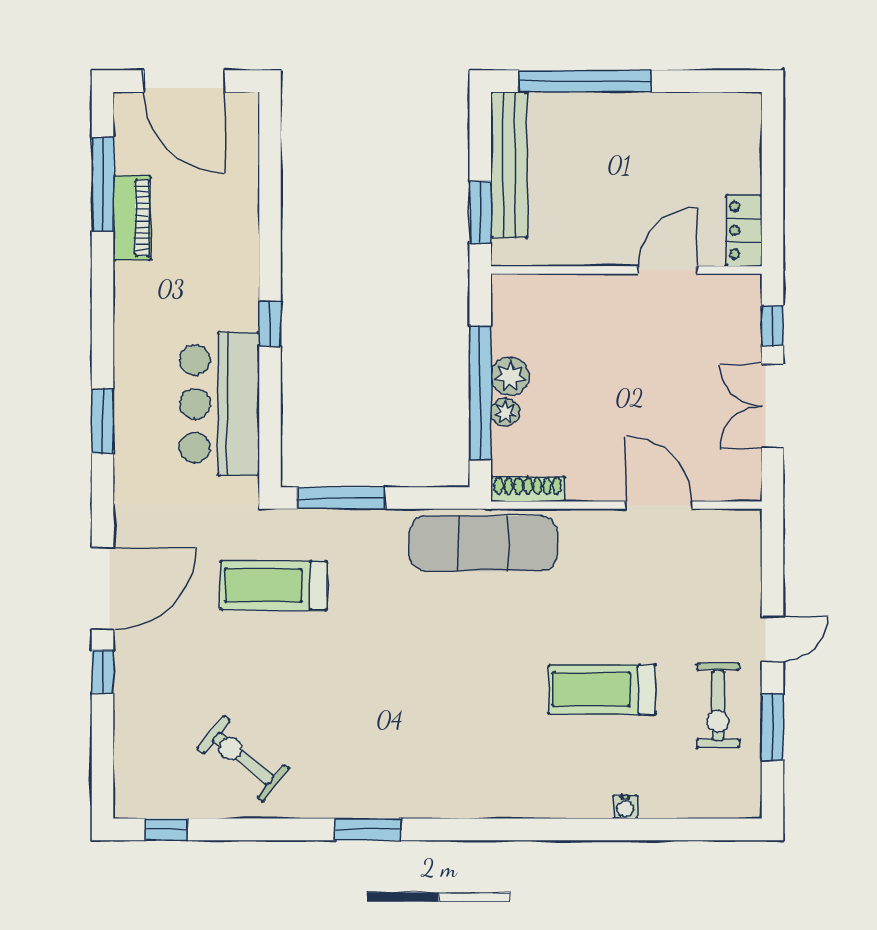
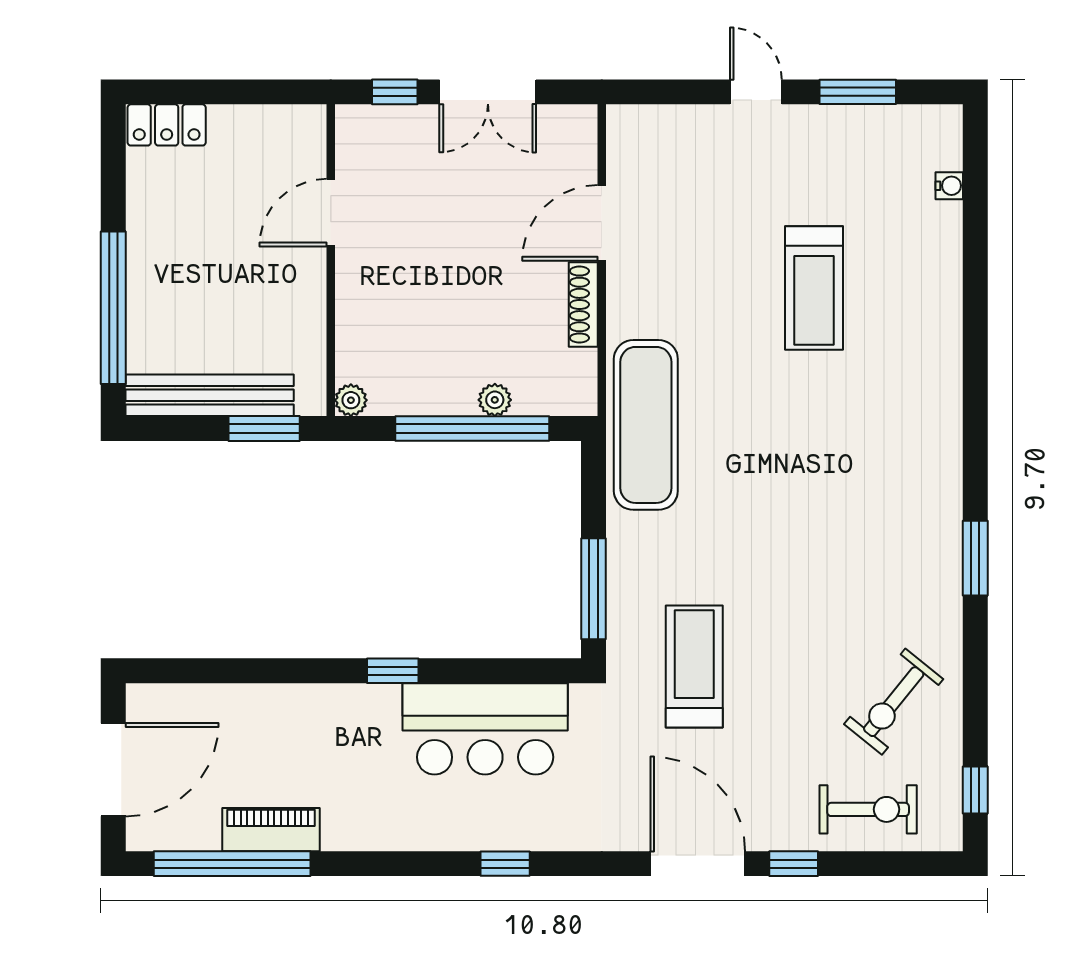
window: (103, 184) -> (232, 864), width x1.46
locker: (744, 230) -> (167, 125), moved
door: (668, 270) -> (331, 213), hinge flipped
plant: (510, 376) -> (351, 400), moved, width x0.73, depth x0.73
window: (103, 421) -> (505, 864), width x0.67
shoe rack: (528, 489) -> (583, 305), moved
treadmill: (274, 585) -> (694, 666), turned 180
exercise bike: (718, 705) -> (868, 809), moved
water cooler: (625, 807) -> (949, 186), moved

